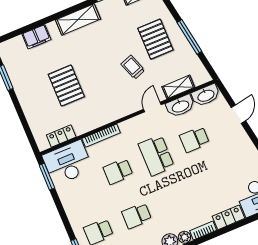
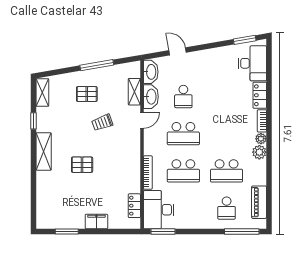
filing cabinet: (36, 37) -> (96, 221), moved, turned -90
pallet: (155, 39) -> (87, 94), width x0.67, depth x0.71
pallet: (66, 86) -> (82, 165), moved, width x0.67, depth x0.71
door: (152, 107) -> (142, 120), swing flipped
school desk: (118, 171) -> (183, 171), width x1.85
school desk: (137, 216) -> (227, 171), width x1.85

